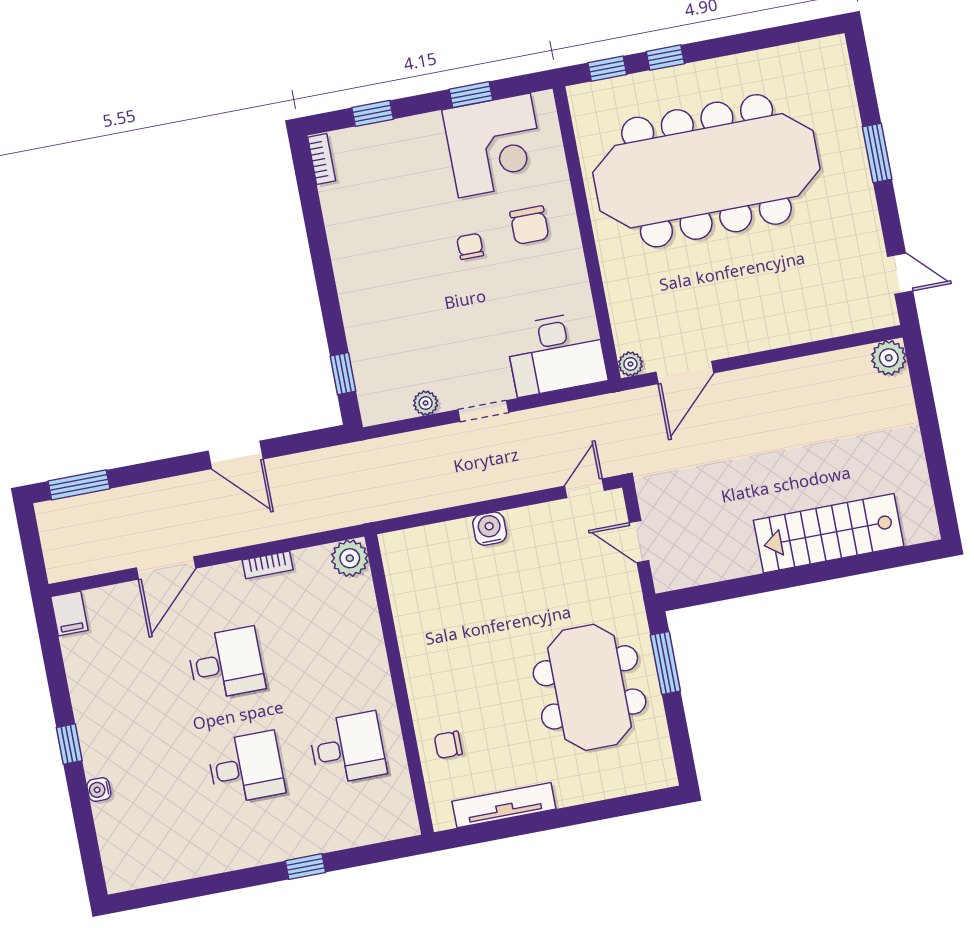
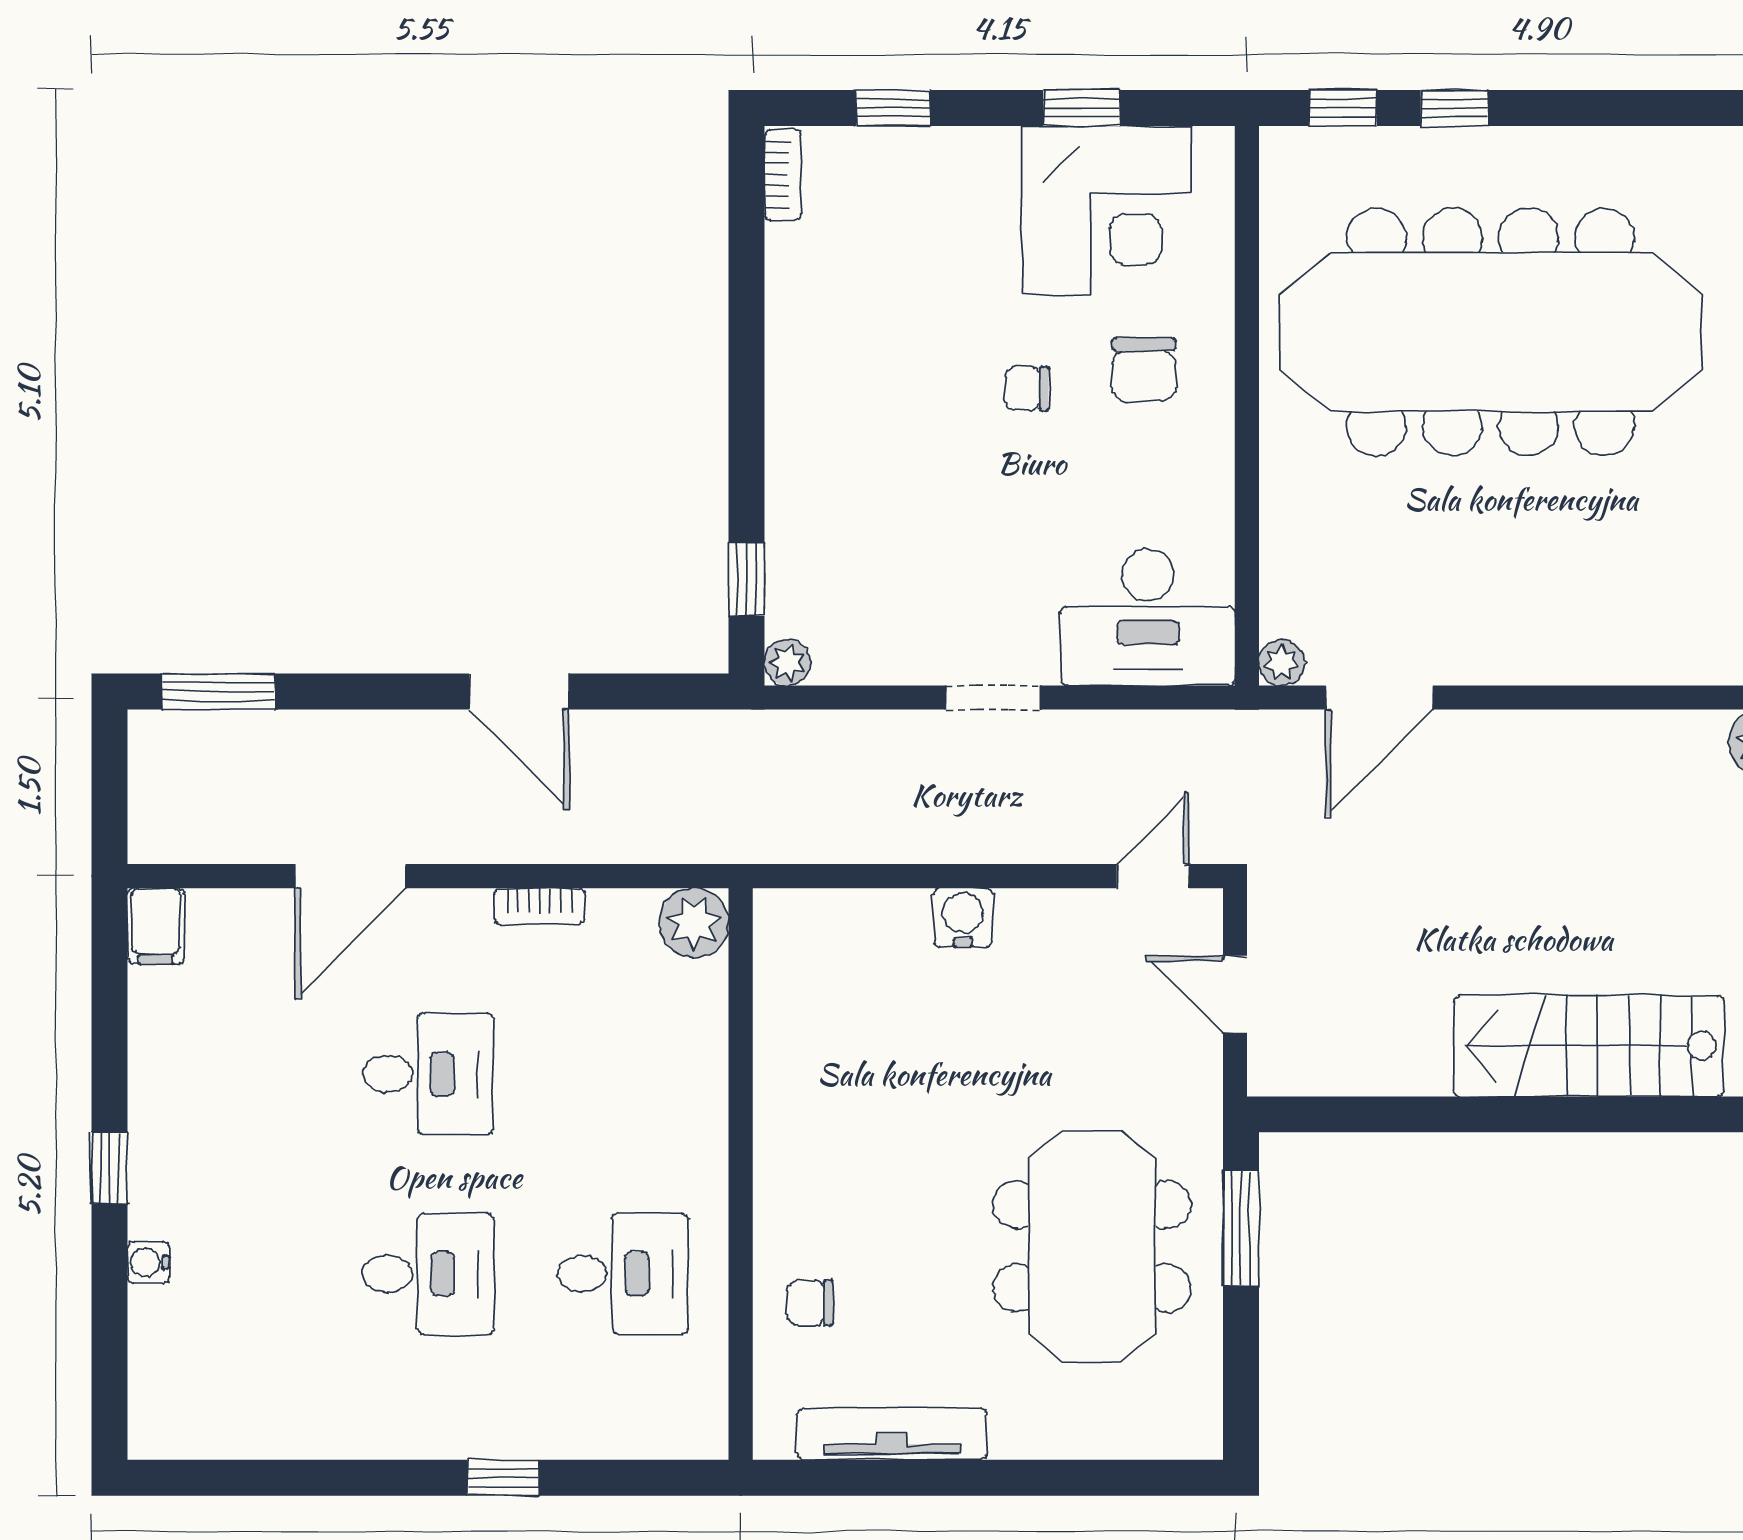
chair: (470, 246) -> (1027, 388), turned -89
plant: (426, 403) -> (788, 662), moved

